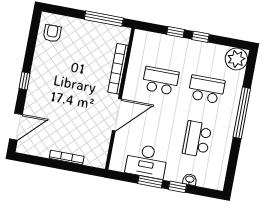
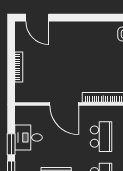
window: (25, 81) -> (79, 18), removed
desk: (146, 161) -> (28, 137), width x0.73

